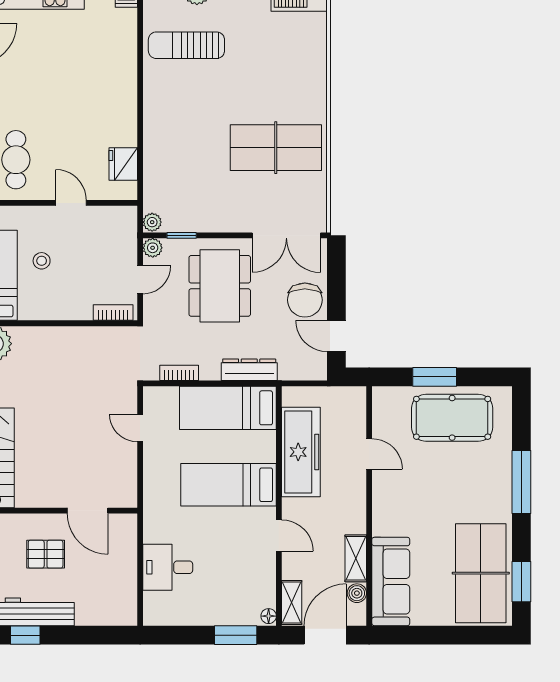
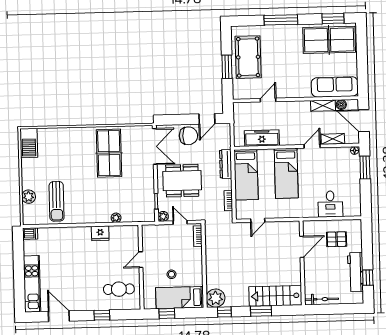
fridge: (123, 164) -> (100, 233), moved
plant: (152, 222) -> (116, 218), moved
freezer: (301, 452) -> (262, 138), width x0.73, depth x0.79
pallet: (46, 554) -> (337, 239), moved, turned 90
shelving: (292, 603) -> (333, 139), moved

